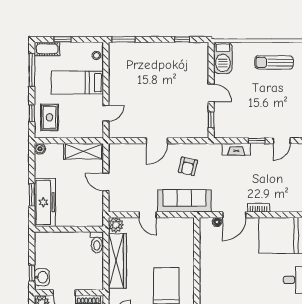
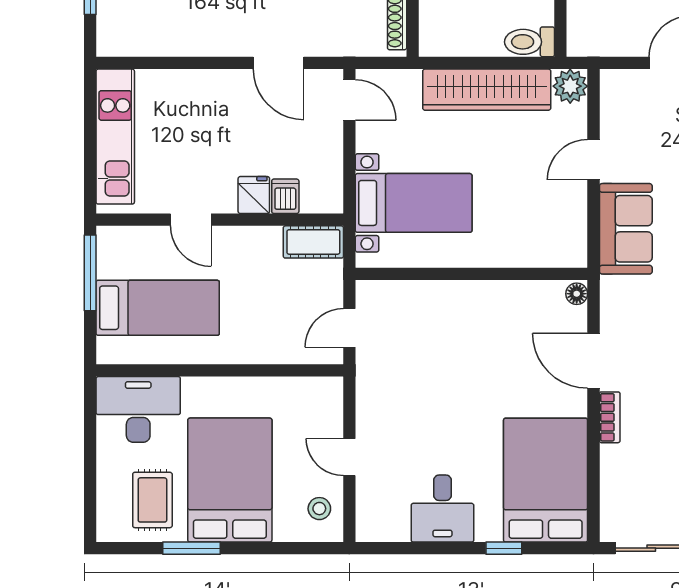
sofa: (184, 201) -> (626, 229), width x0.73
floor lamp: (217, 222) -> (577, 294), moved

